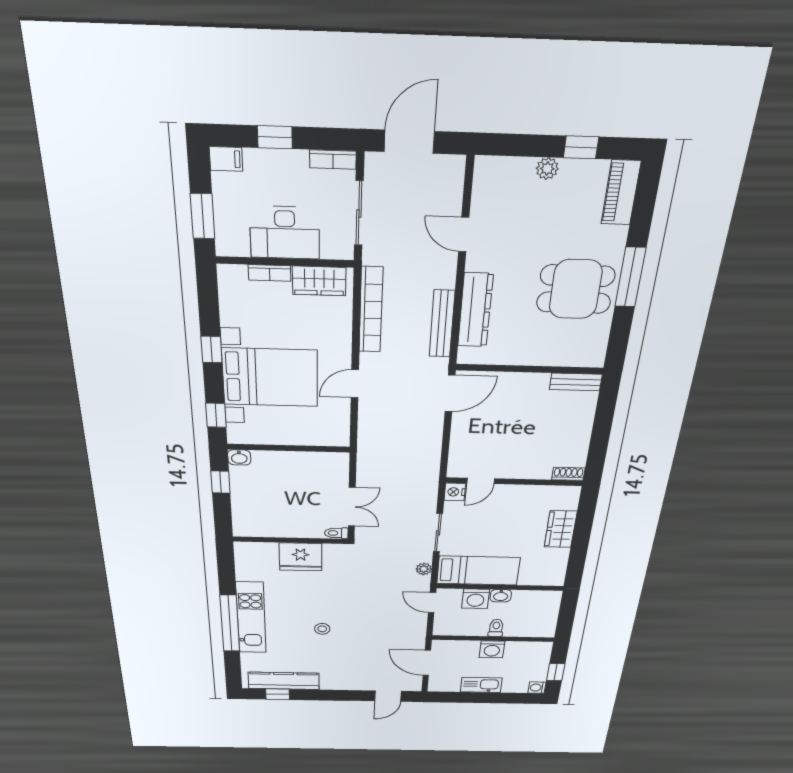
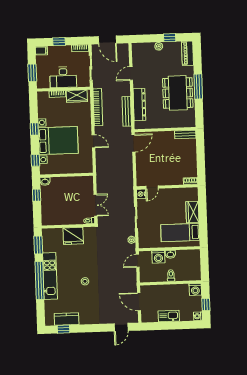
door: (409, 142) -> (107, 40), swing flipped
door: (464, 234) -> (131, 73), hinge flipped
dining table: (576, 289) -> (178, 93), width x1.38
door: (355, 384) -> (93, 141), swing flipped
window: (226, 568) -> (38, 245), added
bed: (478, 570) -> (180, 233), moved, turned 180
door: (432, 603) -> (138, 261), hinge flipped
washing machine: (492, 649) -> (195, 289), moved
kitchen counter: (284, 681) -> (67, 319), width x0.67

